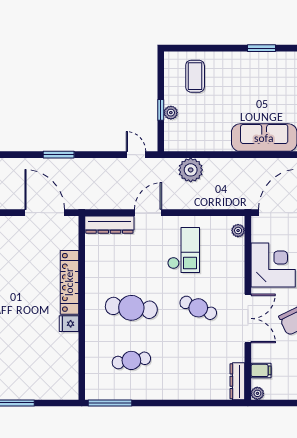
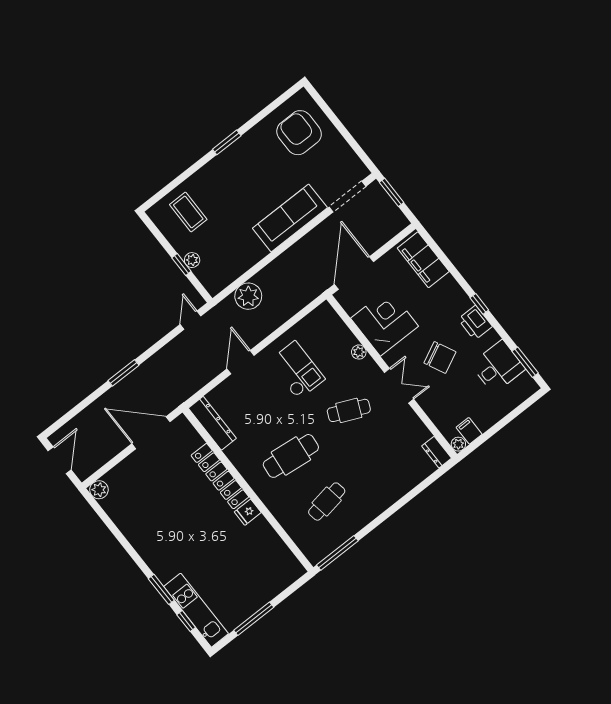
door: (136, 155) -> (191, 320), hinge flipped
dresser: (109, 225) -> (212, 423), moved, turned -90
plant: (238, 231) -> (359, 352), moved
double door: (248, 318) -> (399, 386), width x0.73
filing cabinet: (261, 370) -> (469, 431), moved, turned -90
dresser: (237, 381) -> (437, 452), width x0.70

